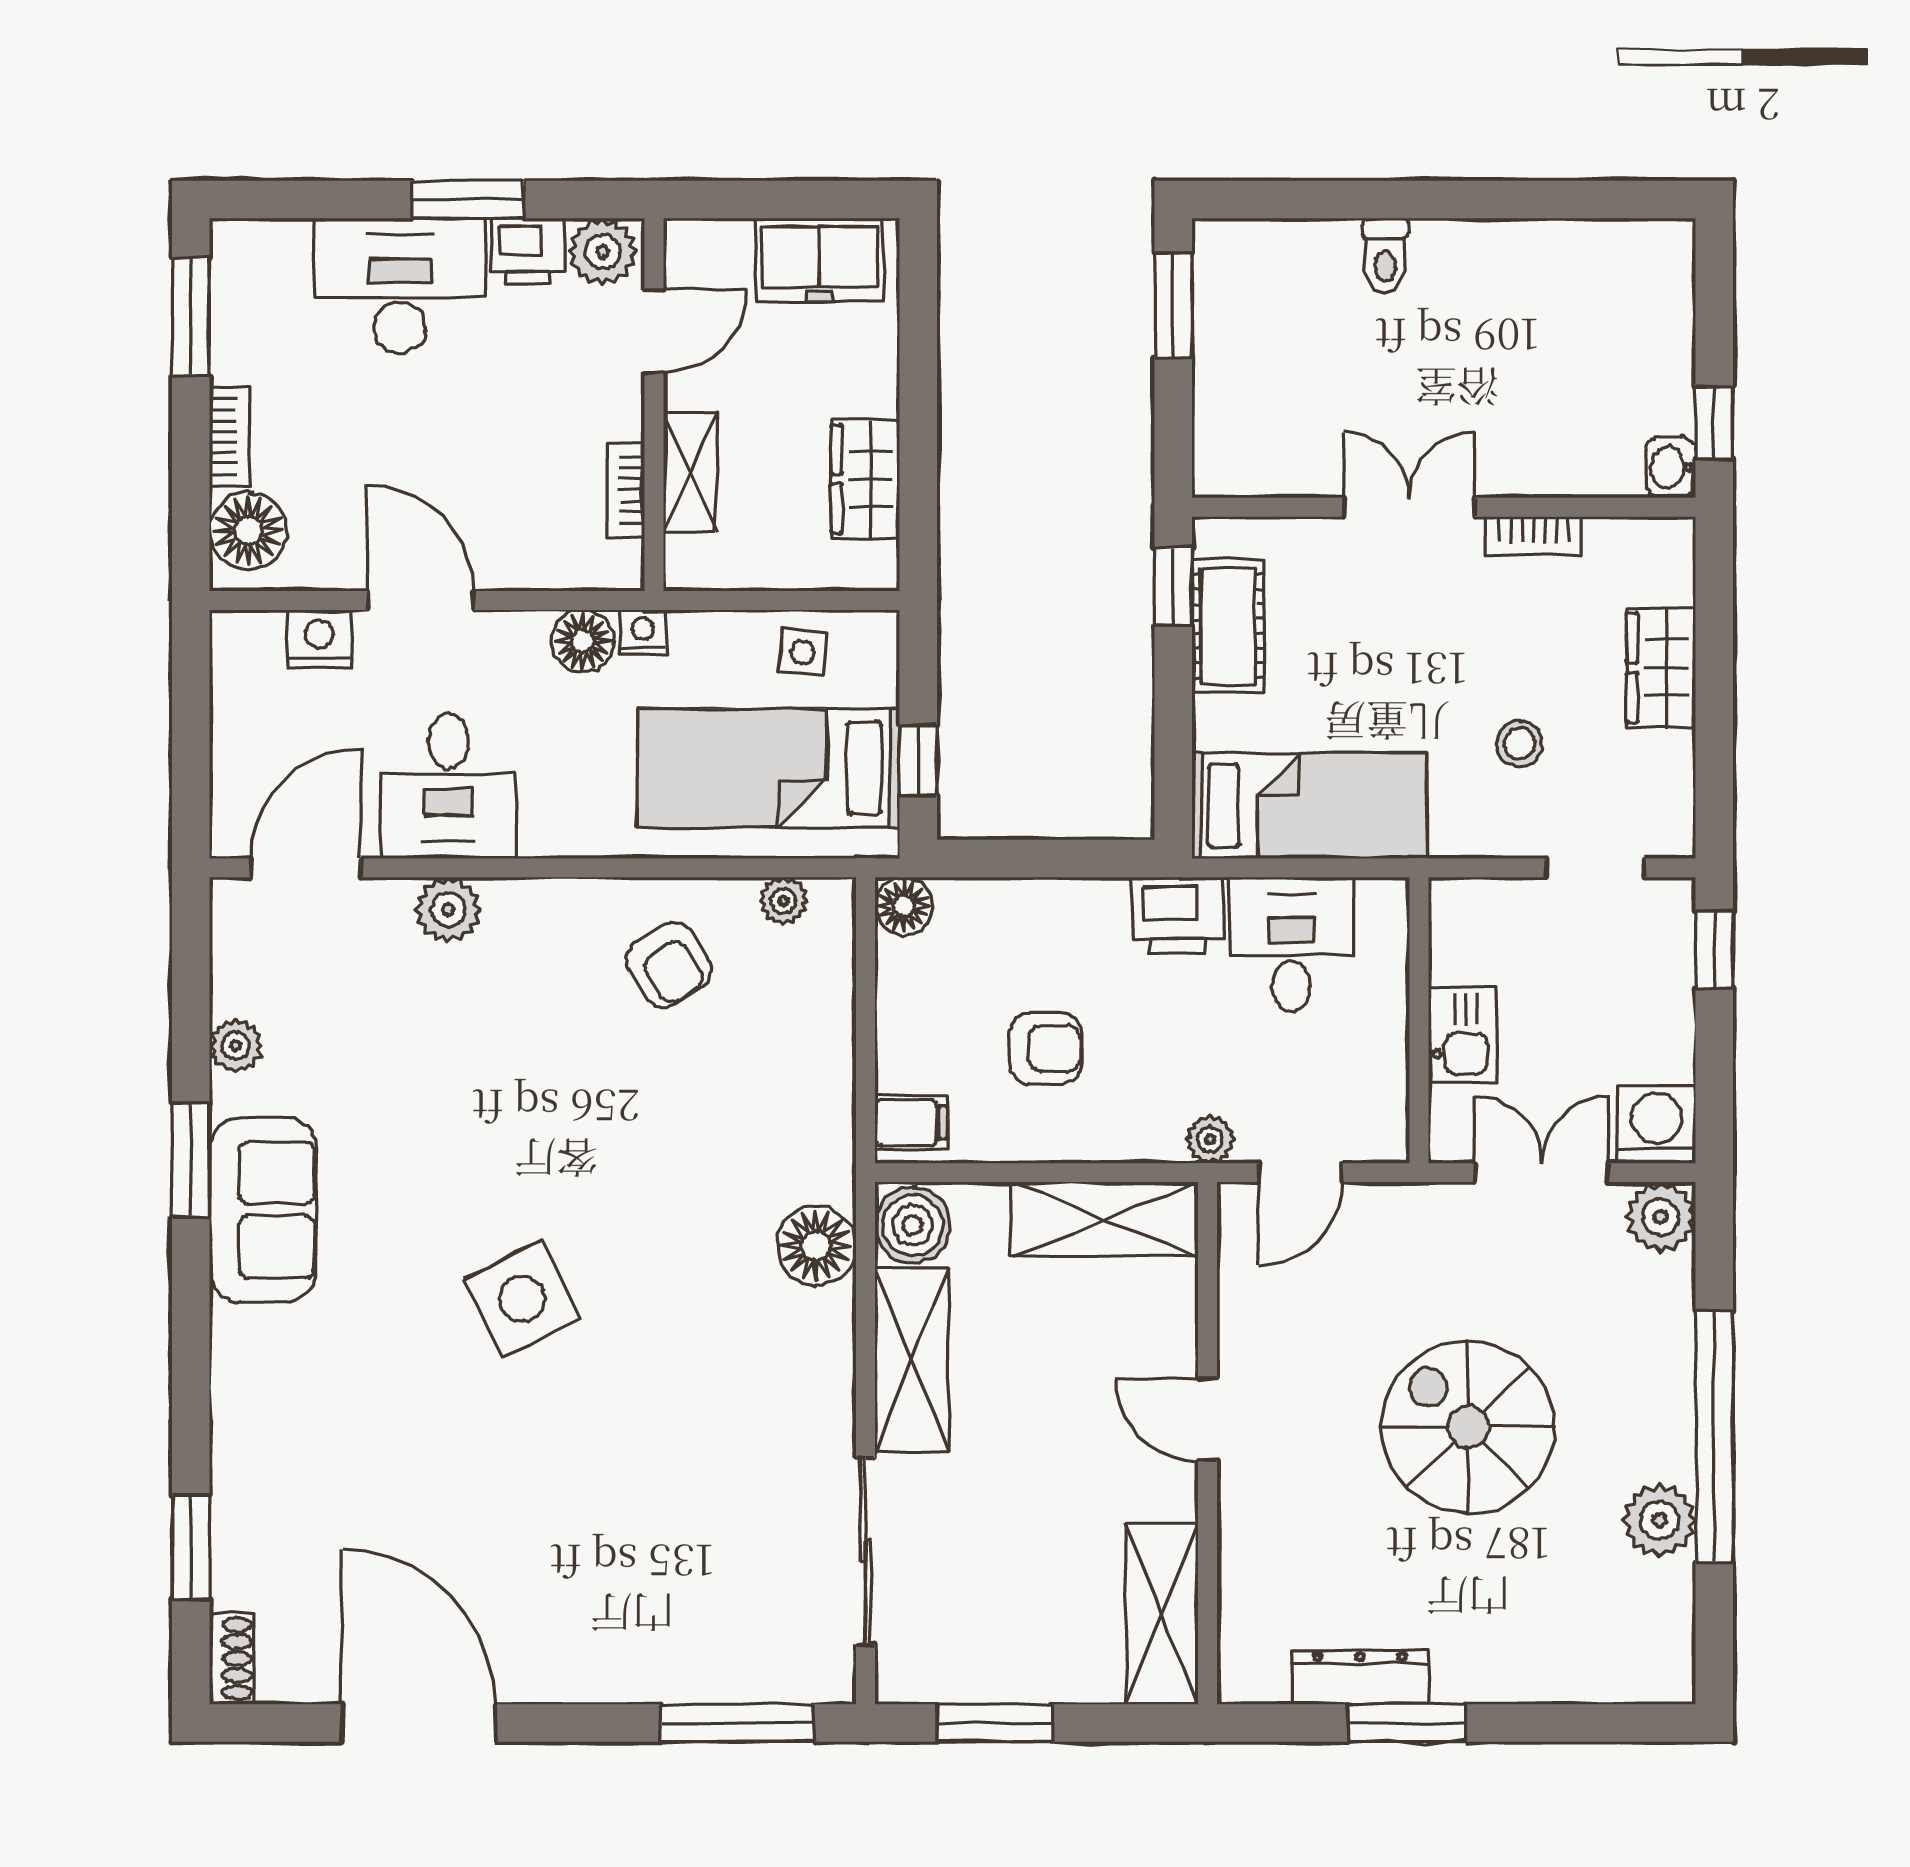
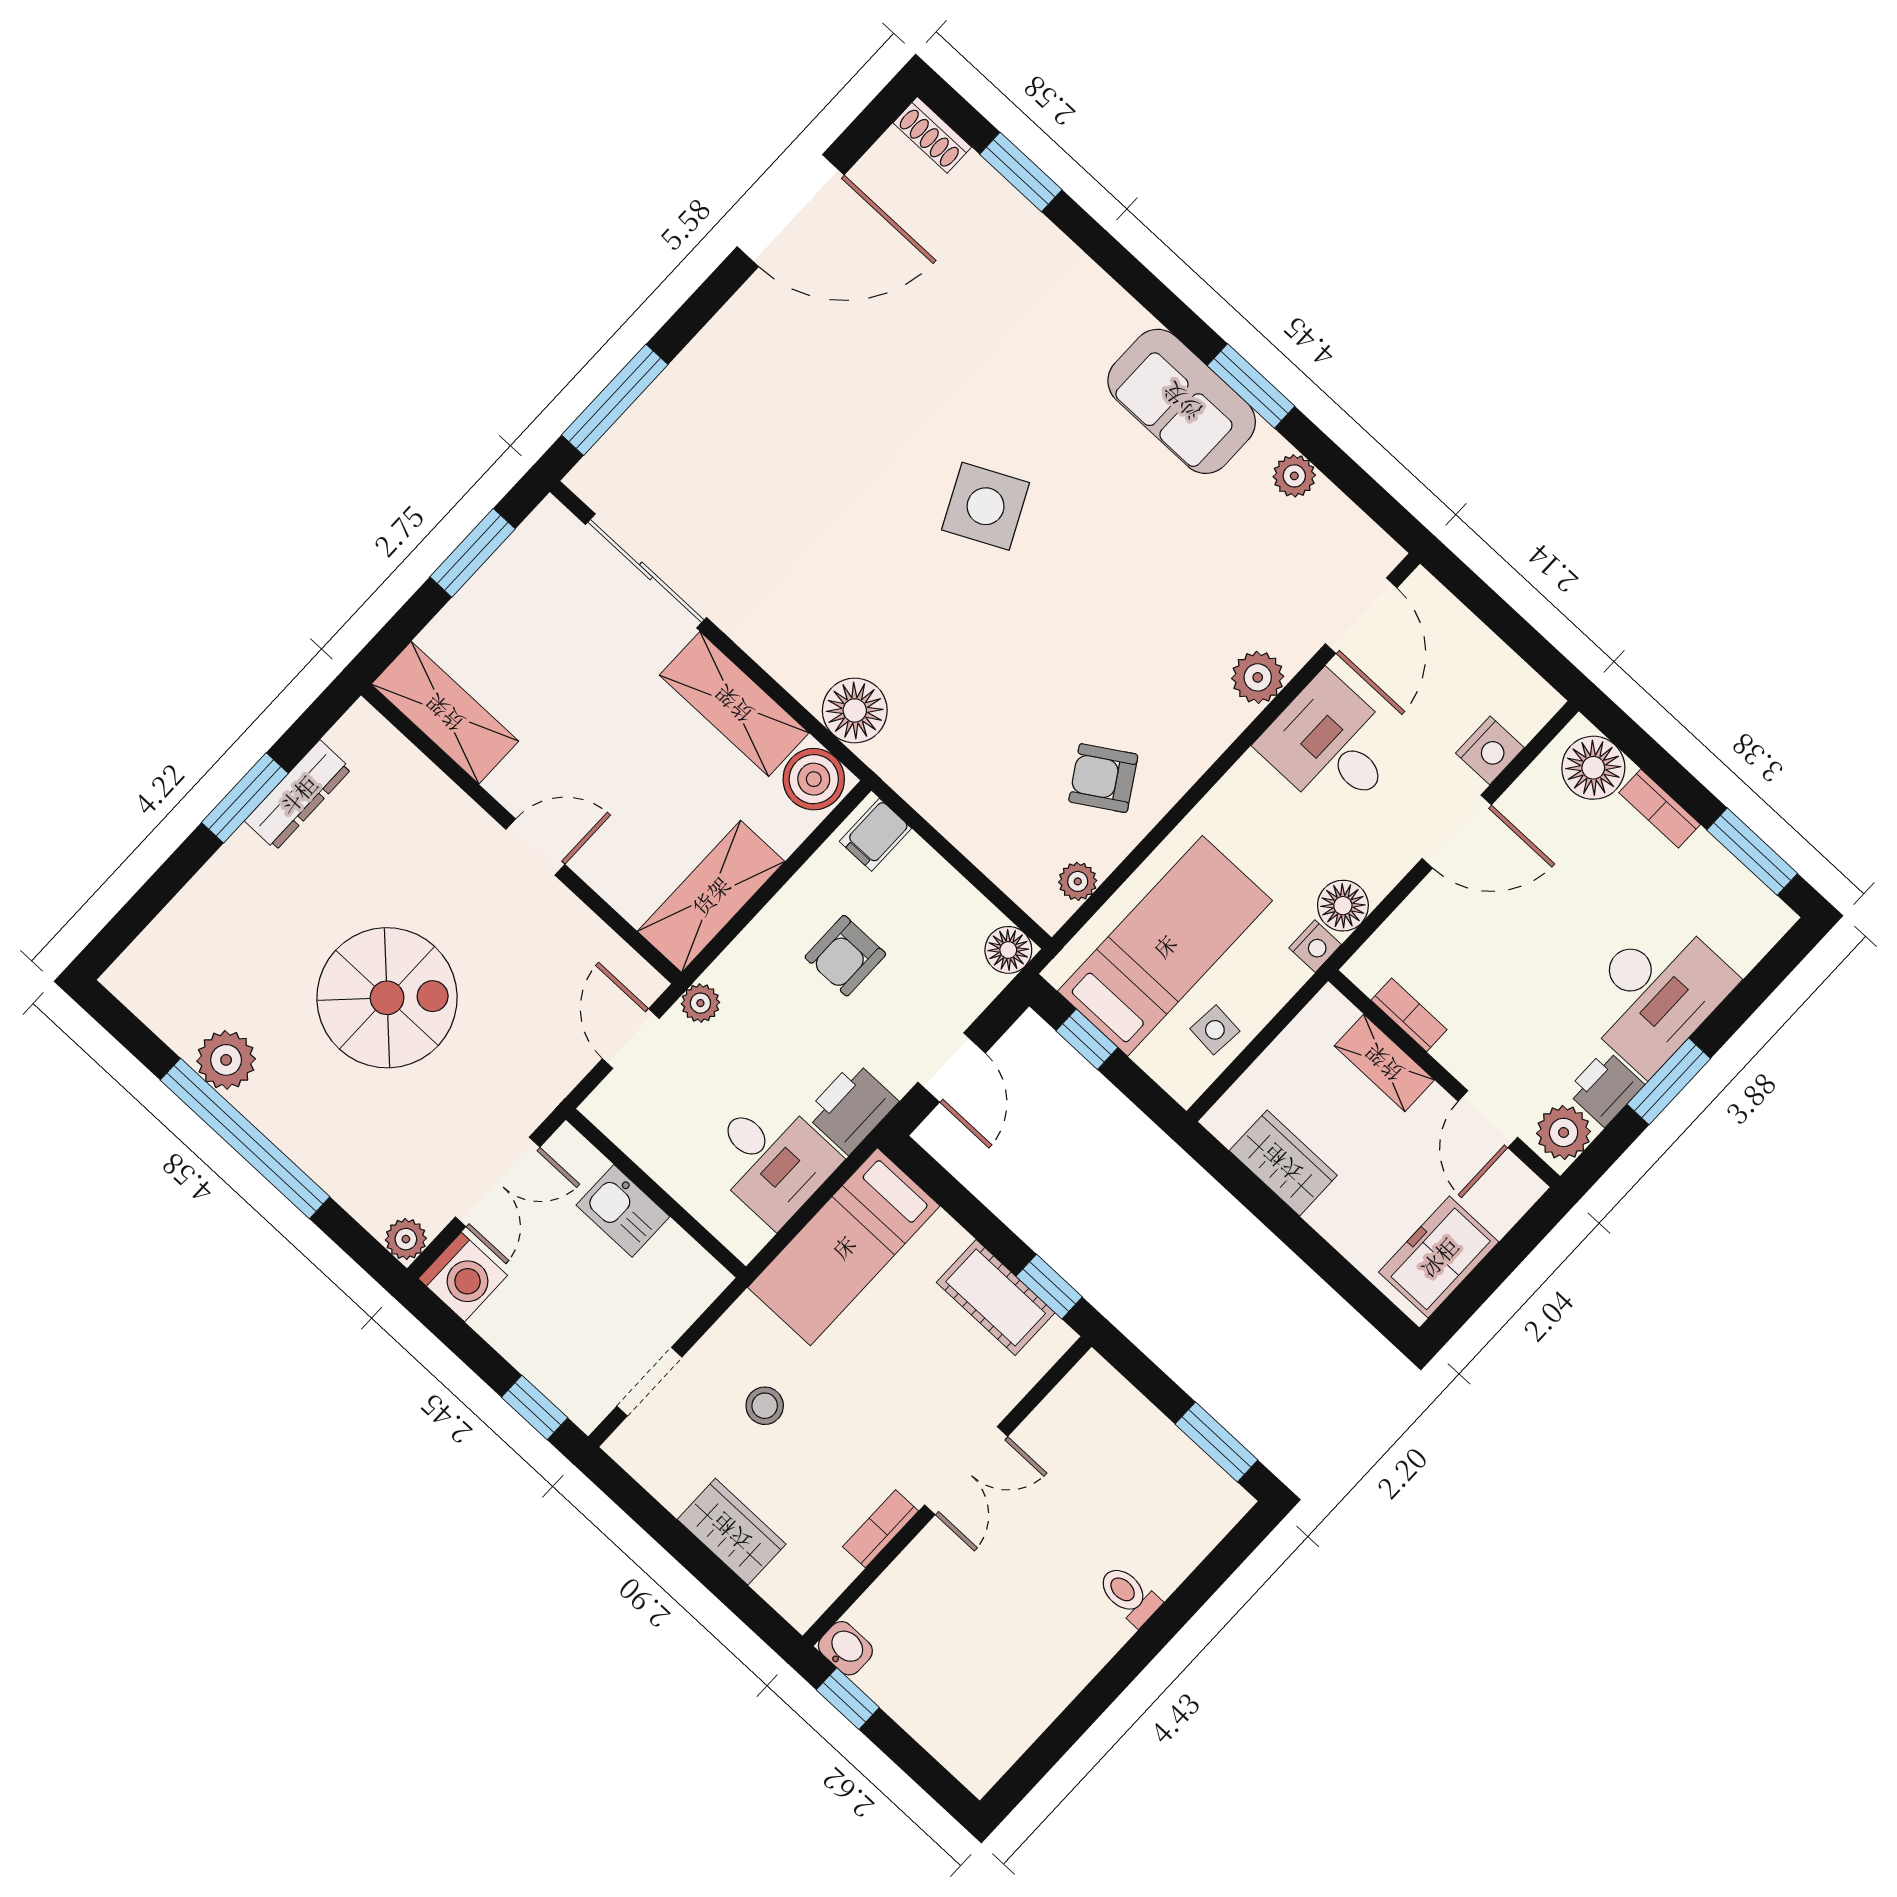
door: (1057, 859) -> (952, 1068), added
plant: (1661, 1217) -> (406, 1239), width x0.73, depth x0.73

